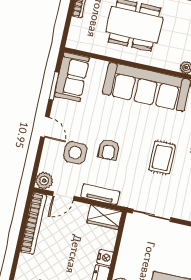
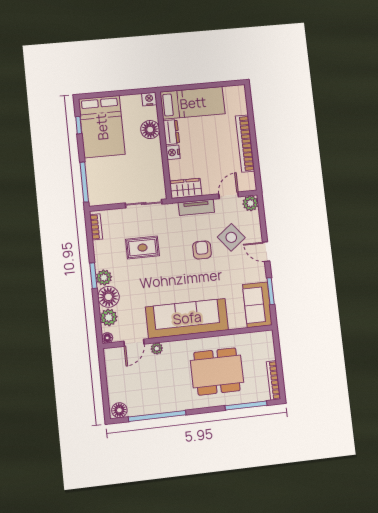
side table: (75, 153) -> (231, 237), turned -38
rug: (162, 158) -> (142, 248), moved, turned 90
bookcase: (33, 223) -> (245, 144), moved

